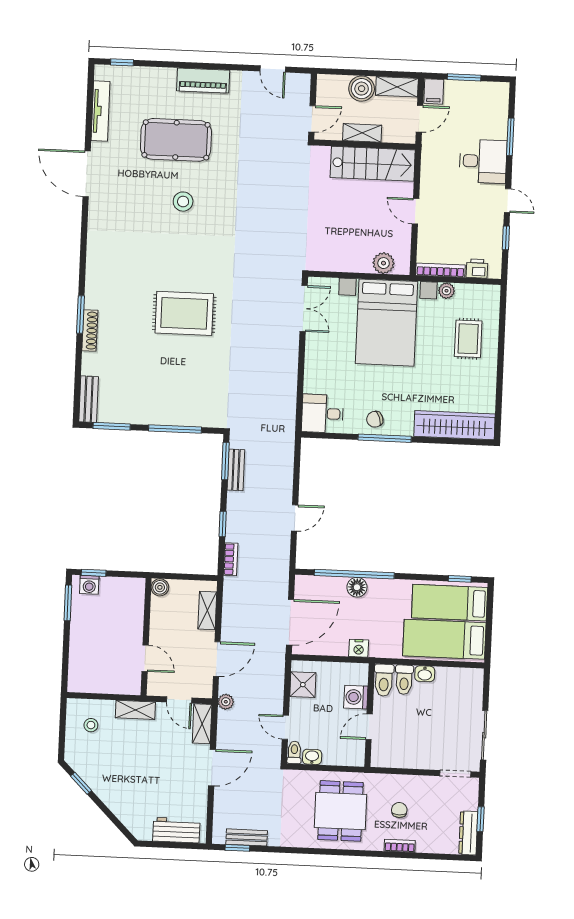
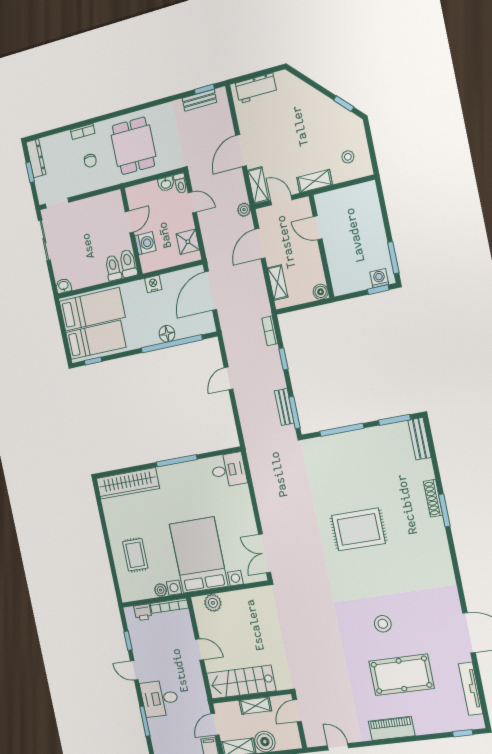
chair: (375, 419) -> (188, 474), removed
washbasin: (425, 674) -> (63, 286), moved

